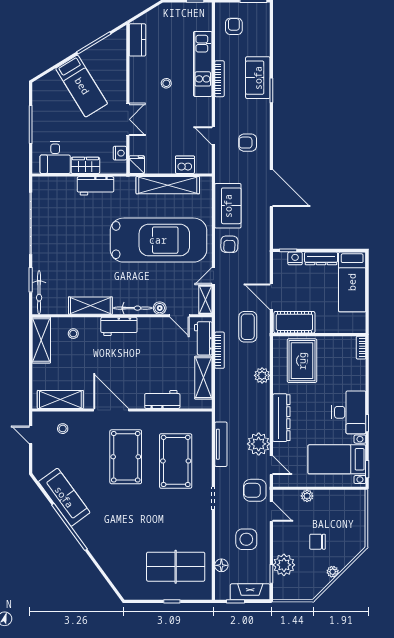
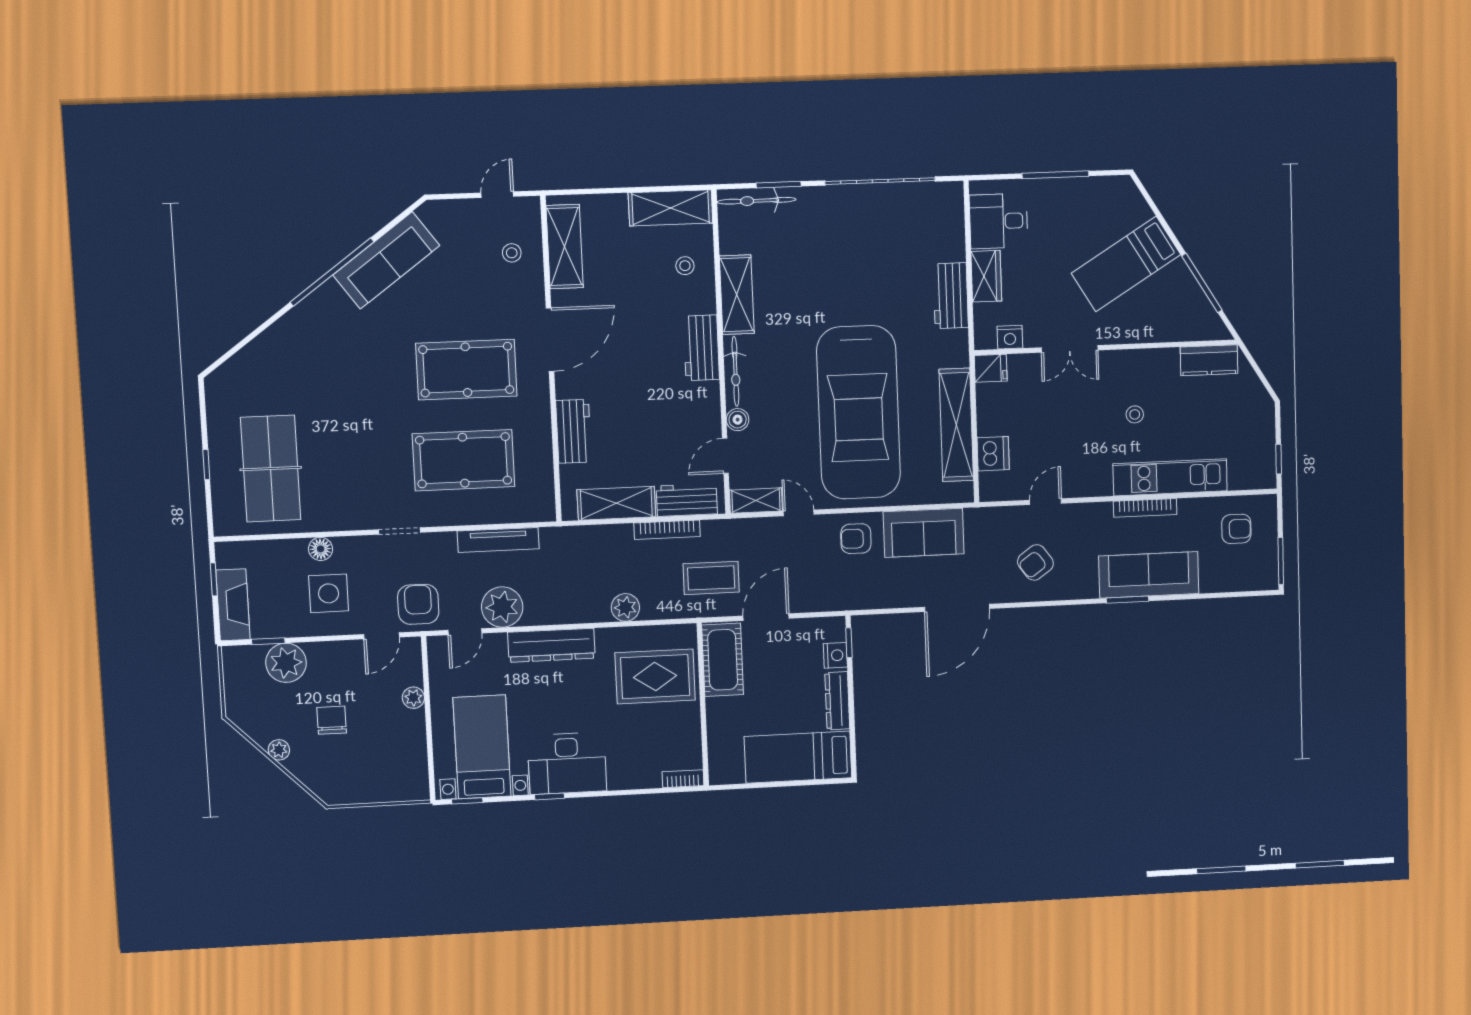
sofa: (258, 78) -> (1149, 575), width x1.36
armchair: (248, 143) -> (1035, 562), turned -126
floor lamp: (221, 565) -> (321, 549), moved

